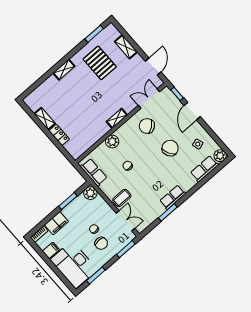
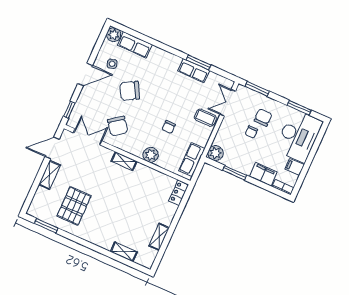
shelving: (126, 47) -> (50, 175), moved
shelving: (64, 70) -> (124, 252), moved
double door: (149, 98) -> (88, 137), swing flipped
door: (192, 111) -> (85, 74), moved
locker: (59, 135) -> (179, 193), moved
row of seats: (173, 197) -> (194, 71), moved

